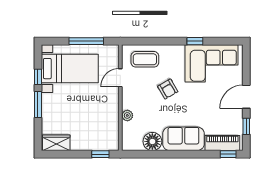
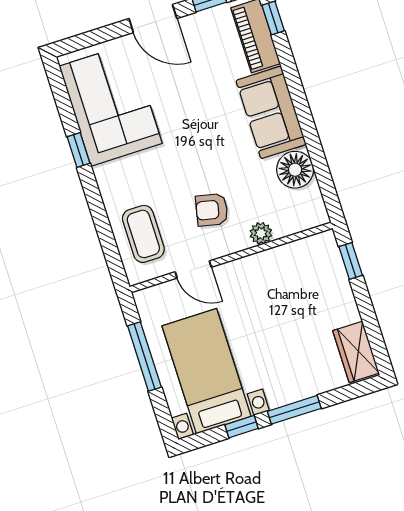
armchair: (168, 89) -> (212, 210), moved, turned -138

